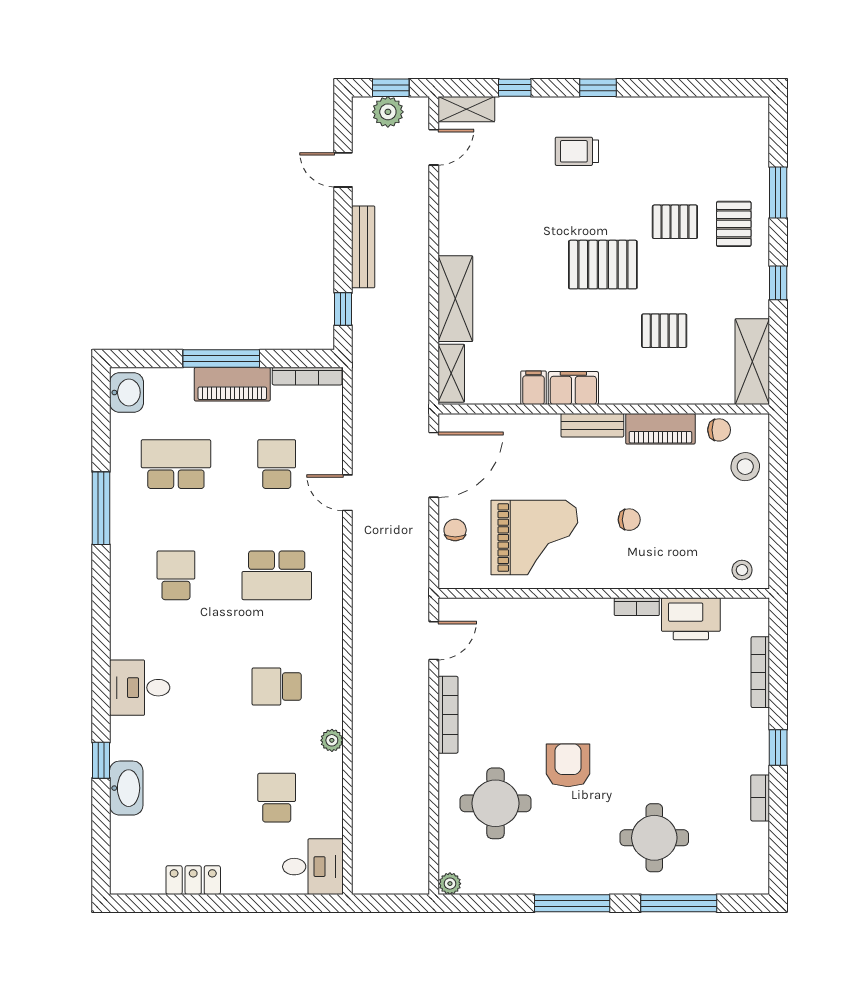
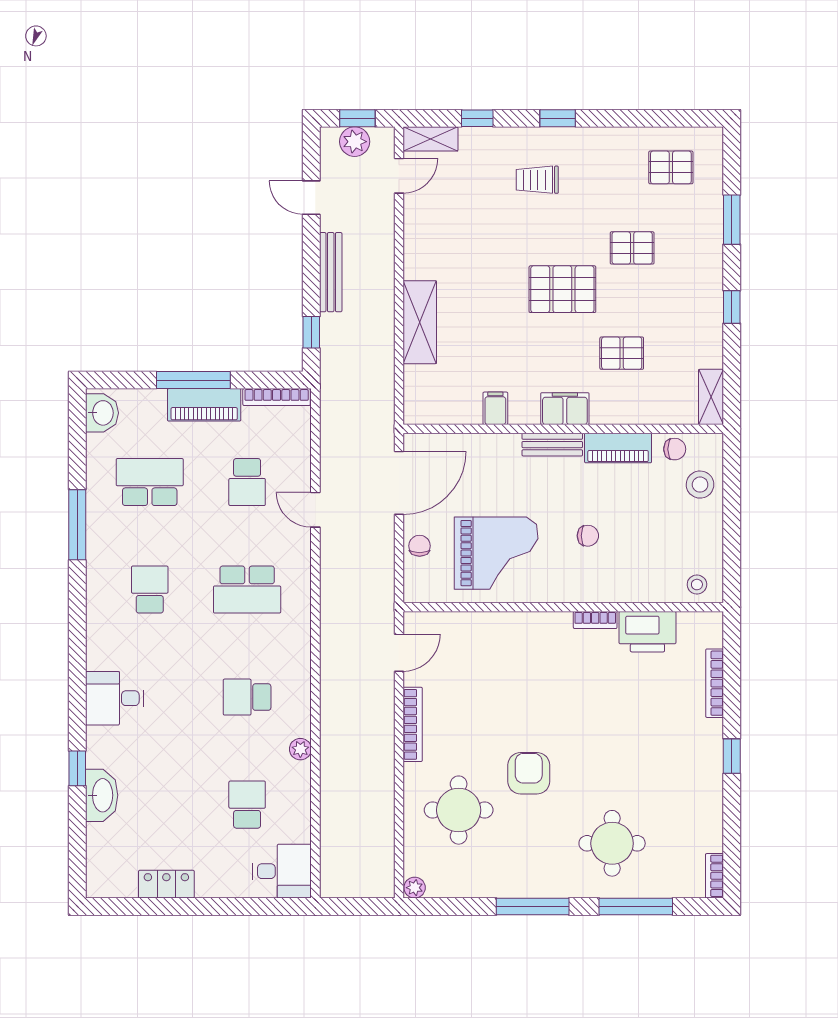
pallet: (734, 224) -> (671, 167), moved, turned 90
shelving: (752, 362) -> (711, 397), width x0.67, depth x0.75
shelving: (451, 373) -> (416, 394), removed
filing cabinet: (573, 388) -> (565, 409), moved
school desk: (277, 464) -> (247, 482), turned 180
bookcase: (760, 798) -> (715, 876), moved

